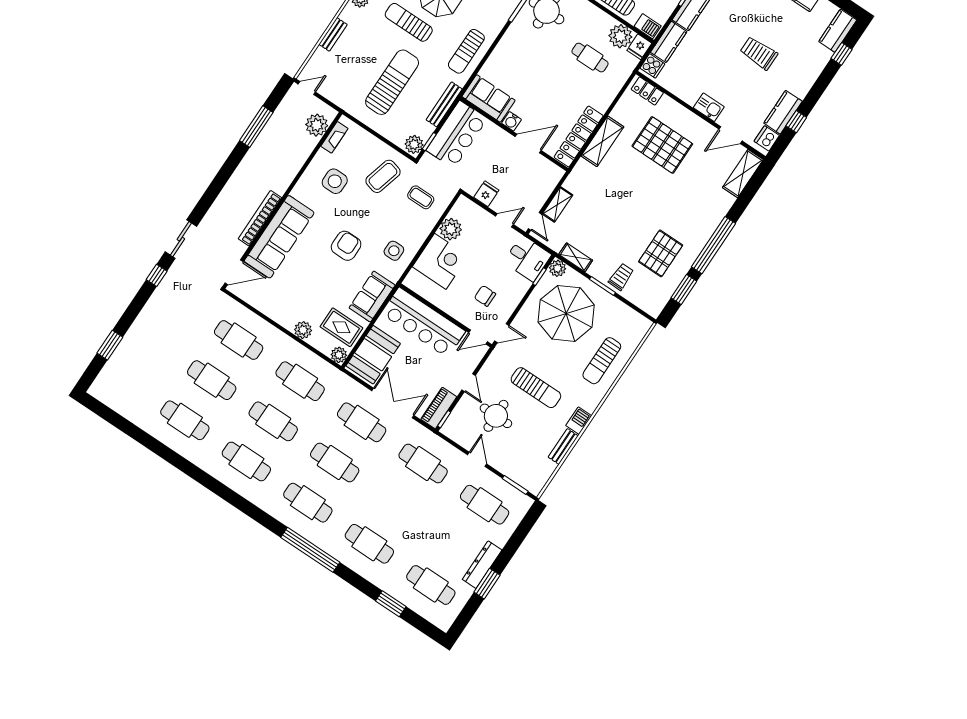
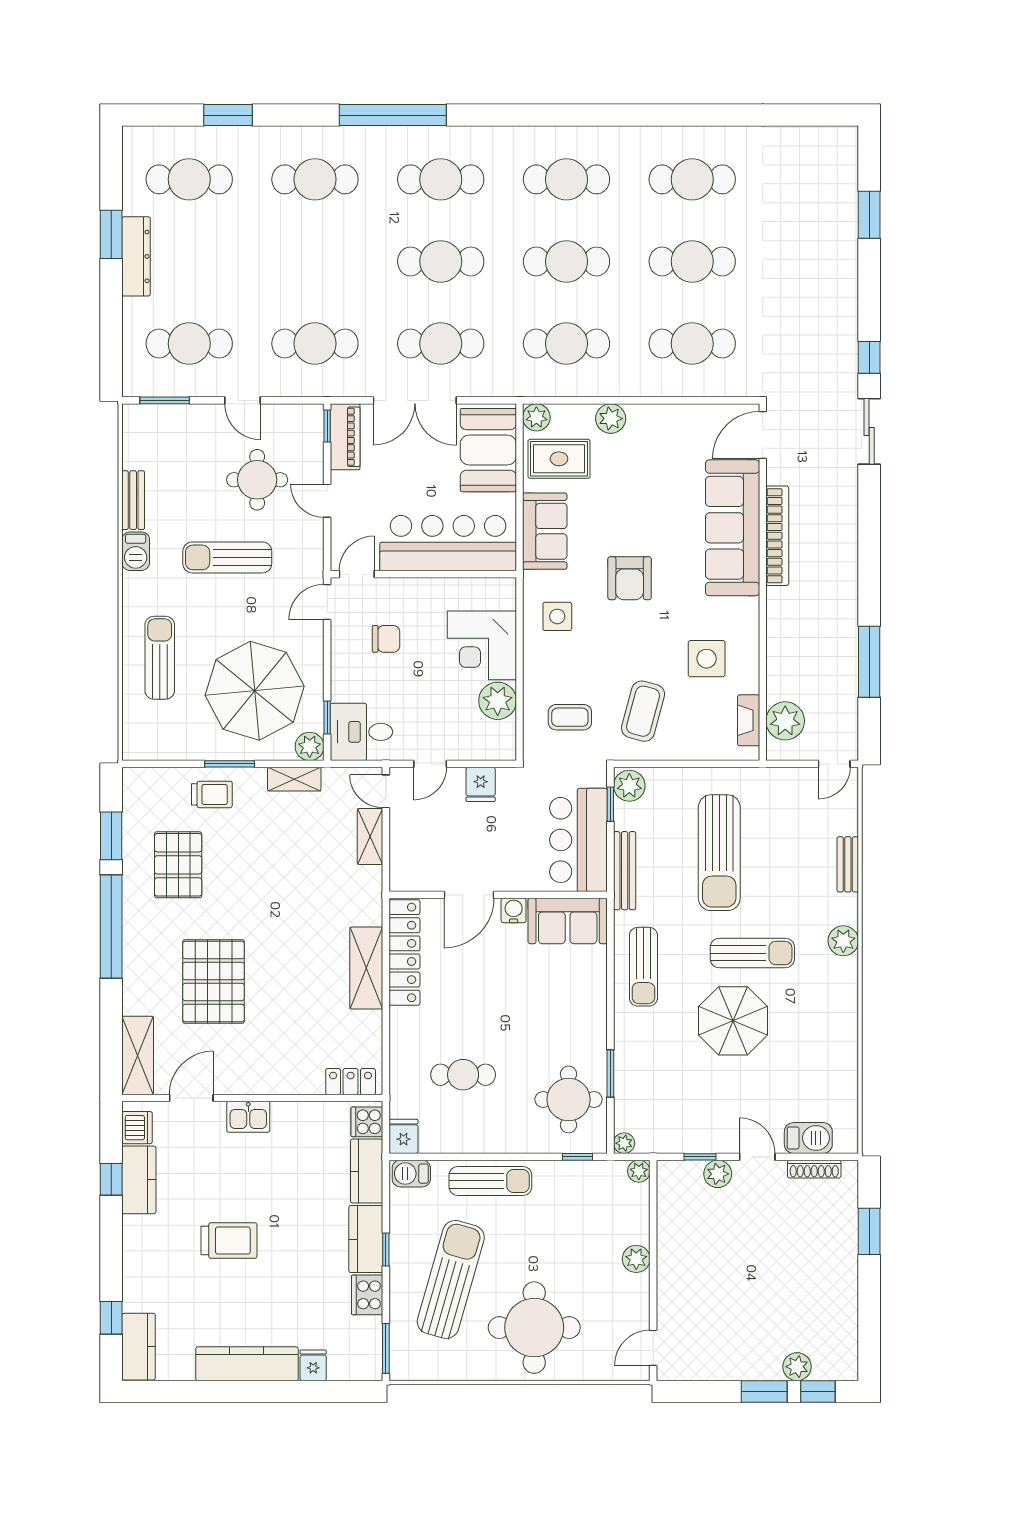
plant: (620, 36) -> (440, 1134), removed
sun lounger: (466, 51) -> (643, 967), turned 180
pallet: (662, 145) -> (214, 982), moved, turned 90
trolley: (621, 277) -> (212, 794), turned -91

